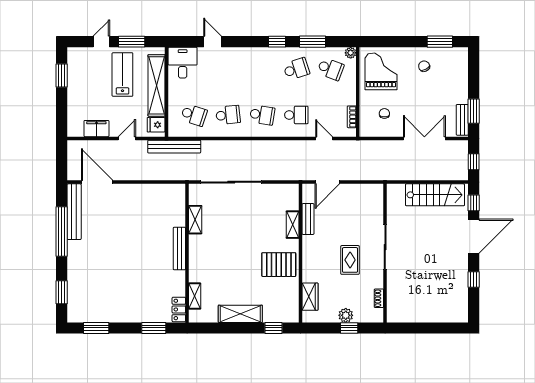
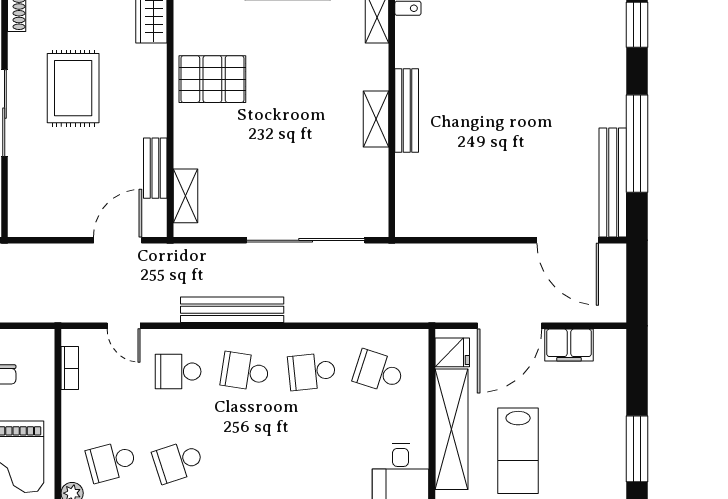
school desk: (331, 69) -> (111, 462), turned -36
window: (62, 75) -> (637, 449), width x1.44
door: (127, 138) -> (510, 326), width x1.88
bench: (174, 147) -> (232, 310), moved
shelving: (195, 220) -> (376, 119), moved
shelving: (293, 225) -> (185, 196), moved
rug: (350, 260) -> (73, 88), width x1.36, depth x1.43

